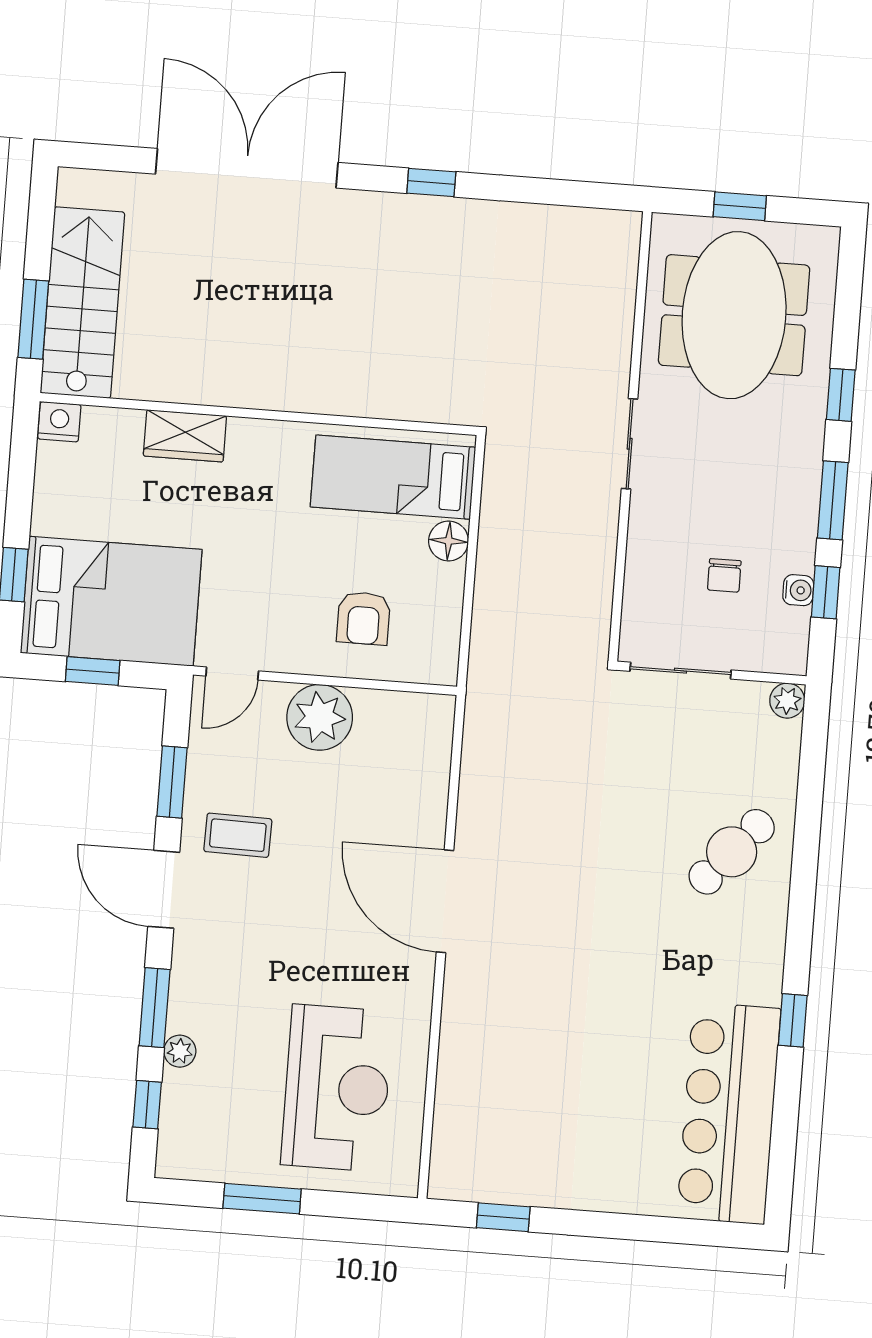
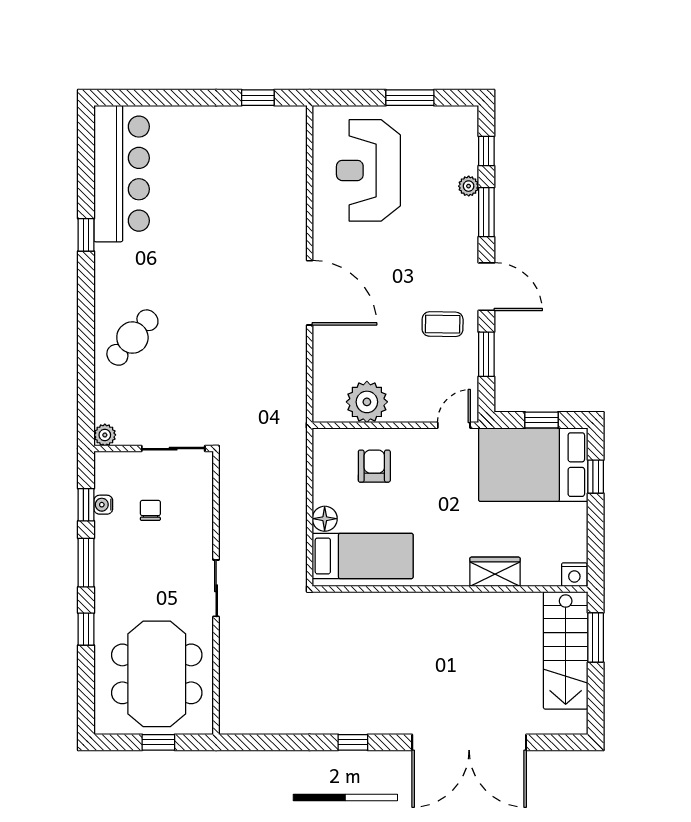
plant: (320, 717) -> (367, 402), moved

